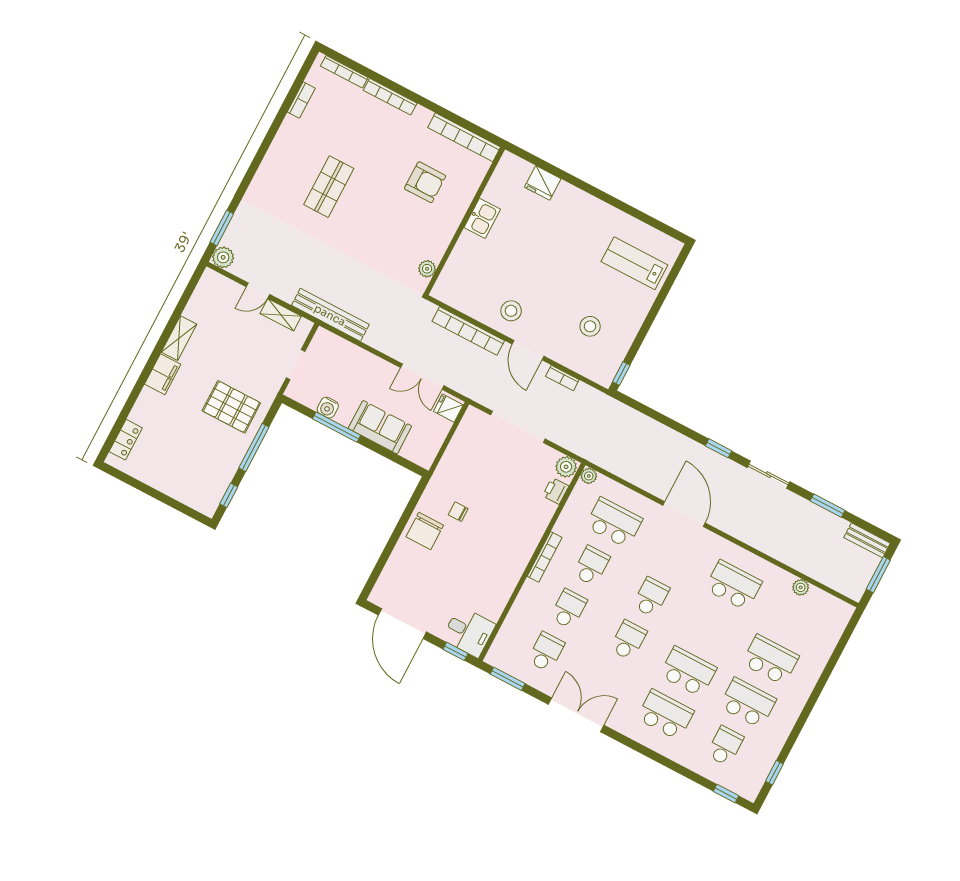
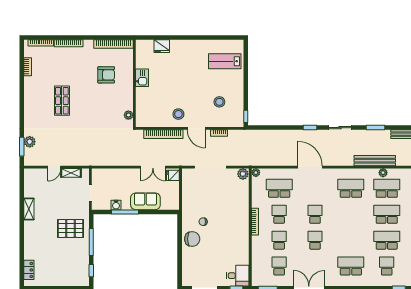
plant: (223, 257) -> (30, 142), moved
bench: (330, 315) -> (375, 161), moved
filing cabinet: (163, 374) -> (30, 230), removed
printer: (556, 491) -> (244, 188), removed
chair: (425, 531) -> (192, 239), turned -90
school desk: (688, 672) -> (387, 188), moved

